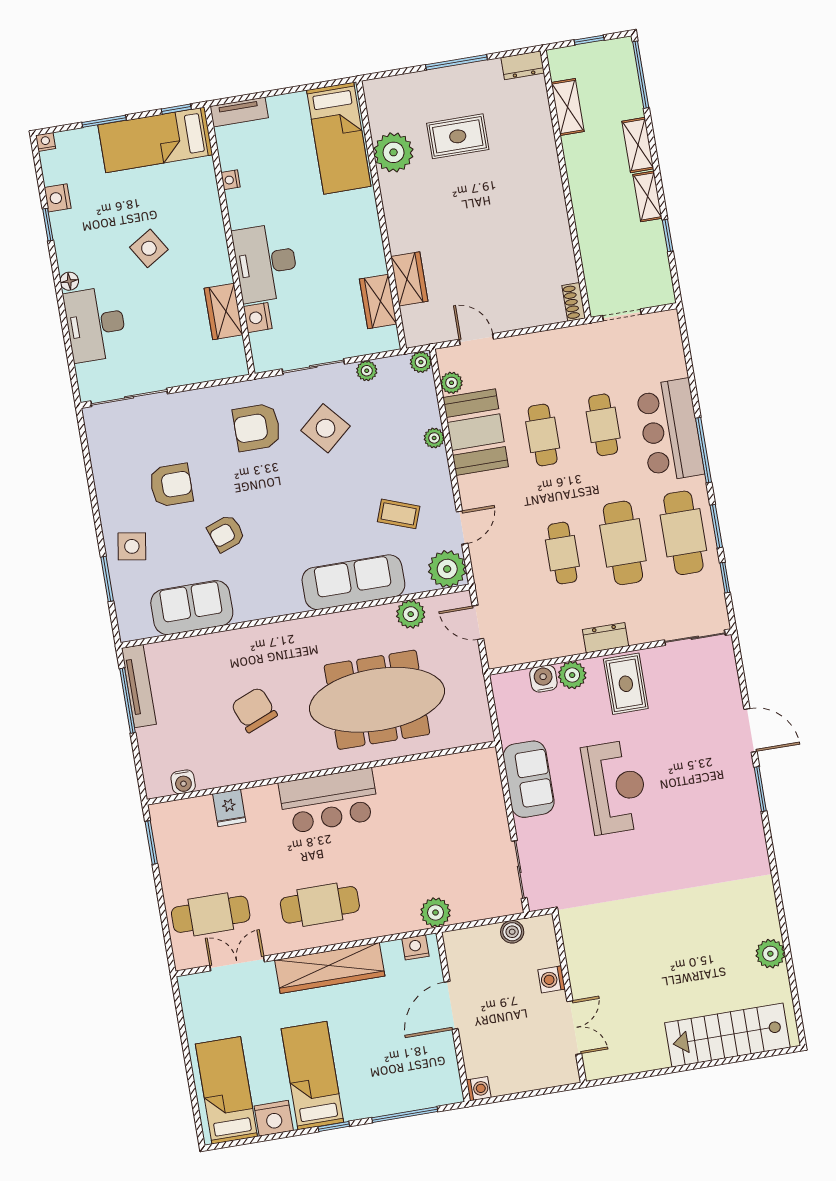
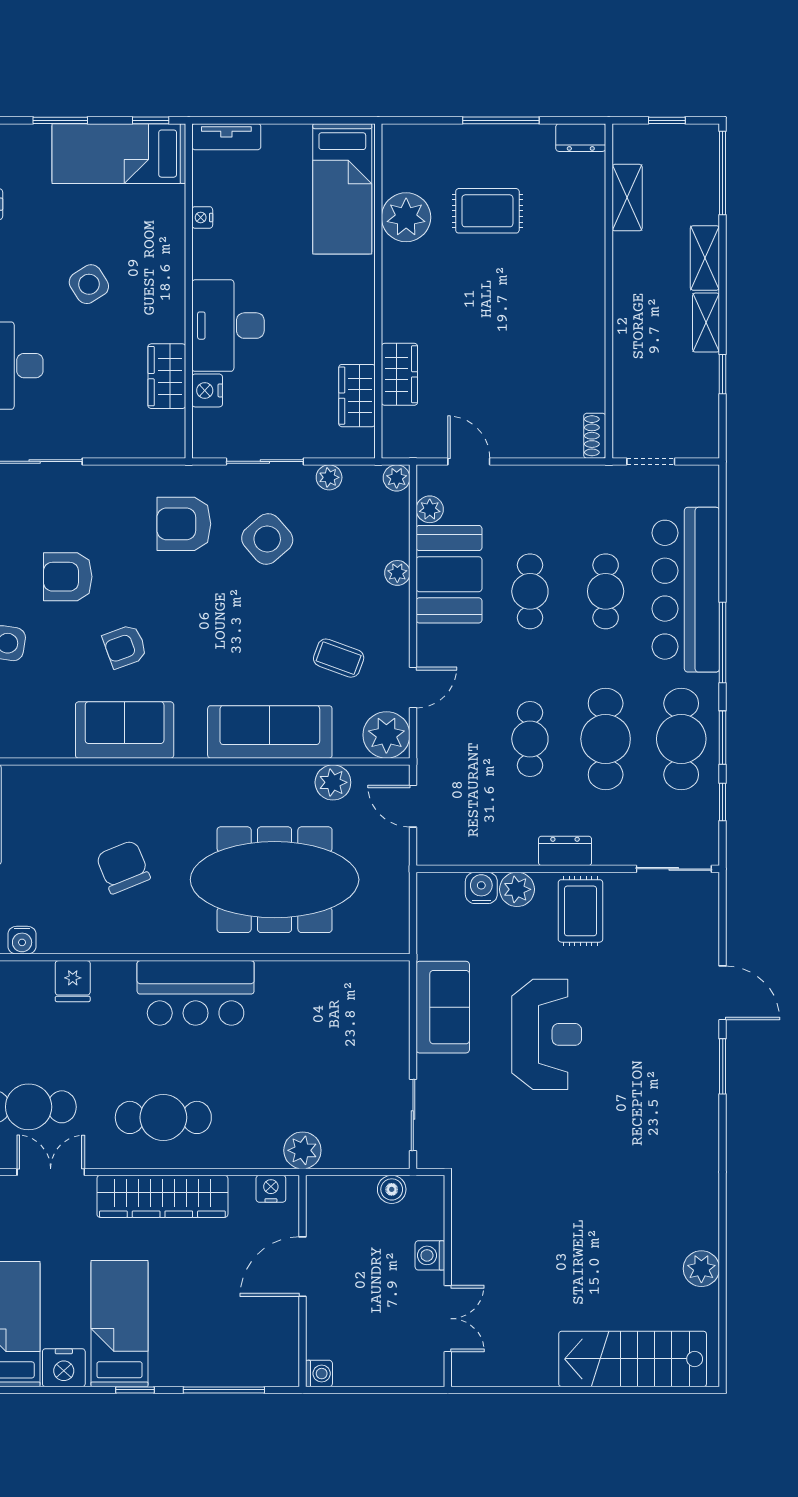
bar counter: (670, 430) -> (686, 590), width x1.36
armchair: (171, 485) -> (68, 577), turned 180
sofa: (192, 608) -> (125, 730), moved

